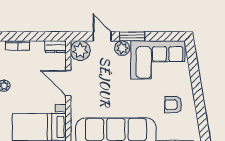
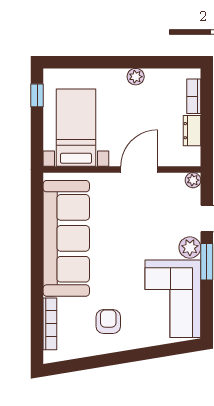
dresser: (55, 47) -> (192, 131), moved
plant: (80, 51) -> (193, 180), width x0.53, depth x0.53

